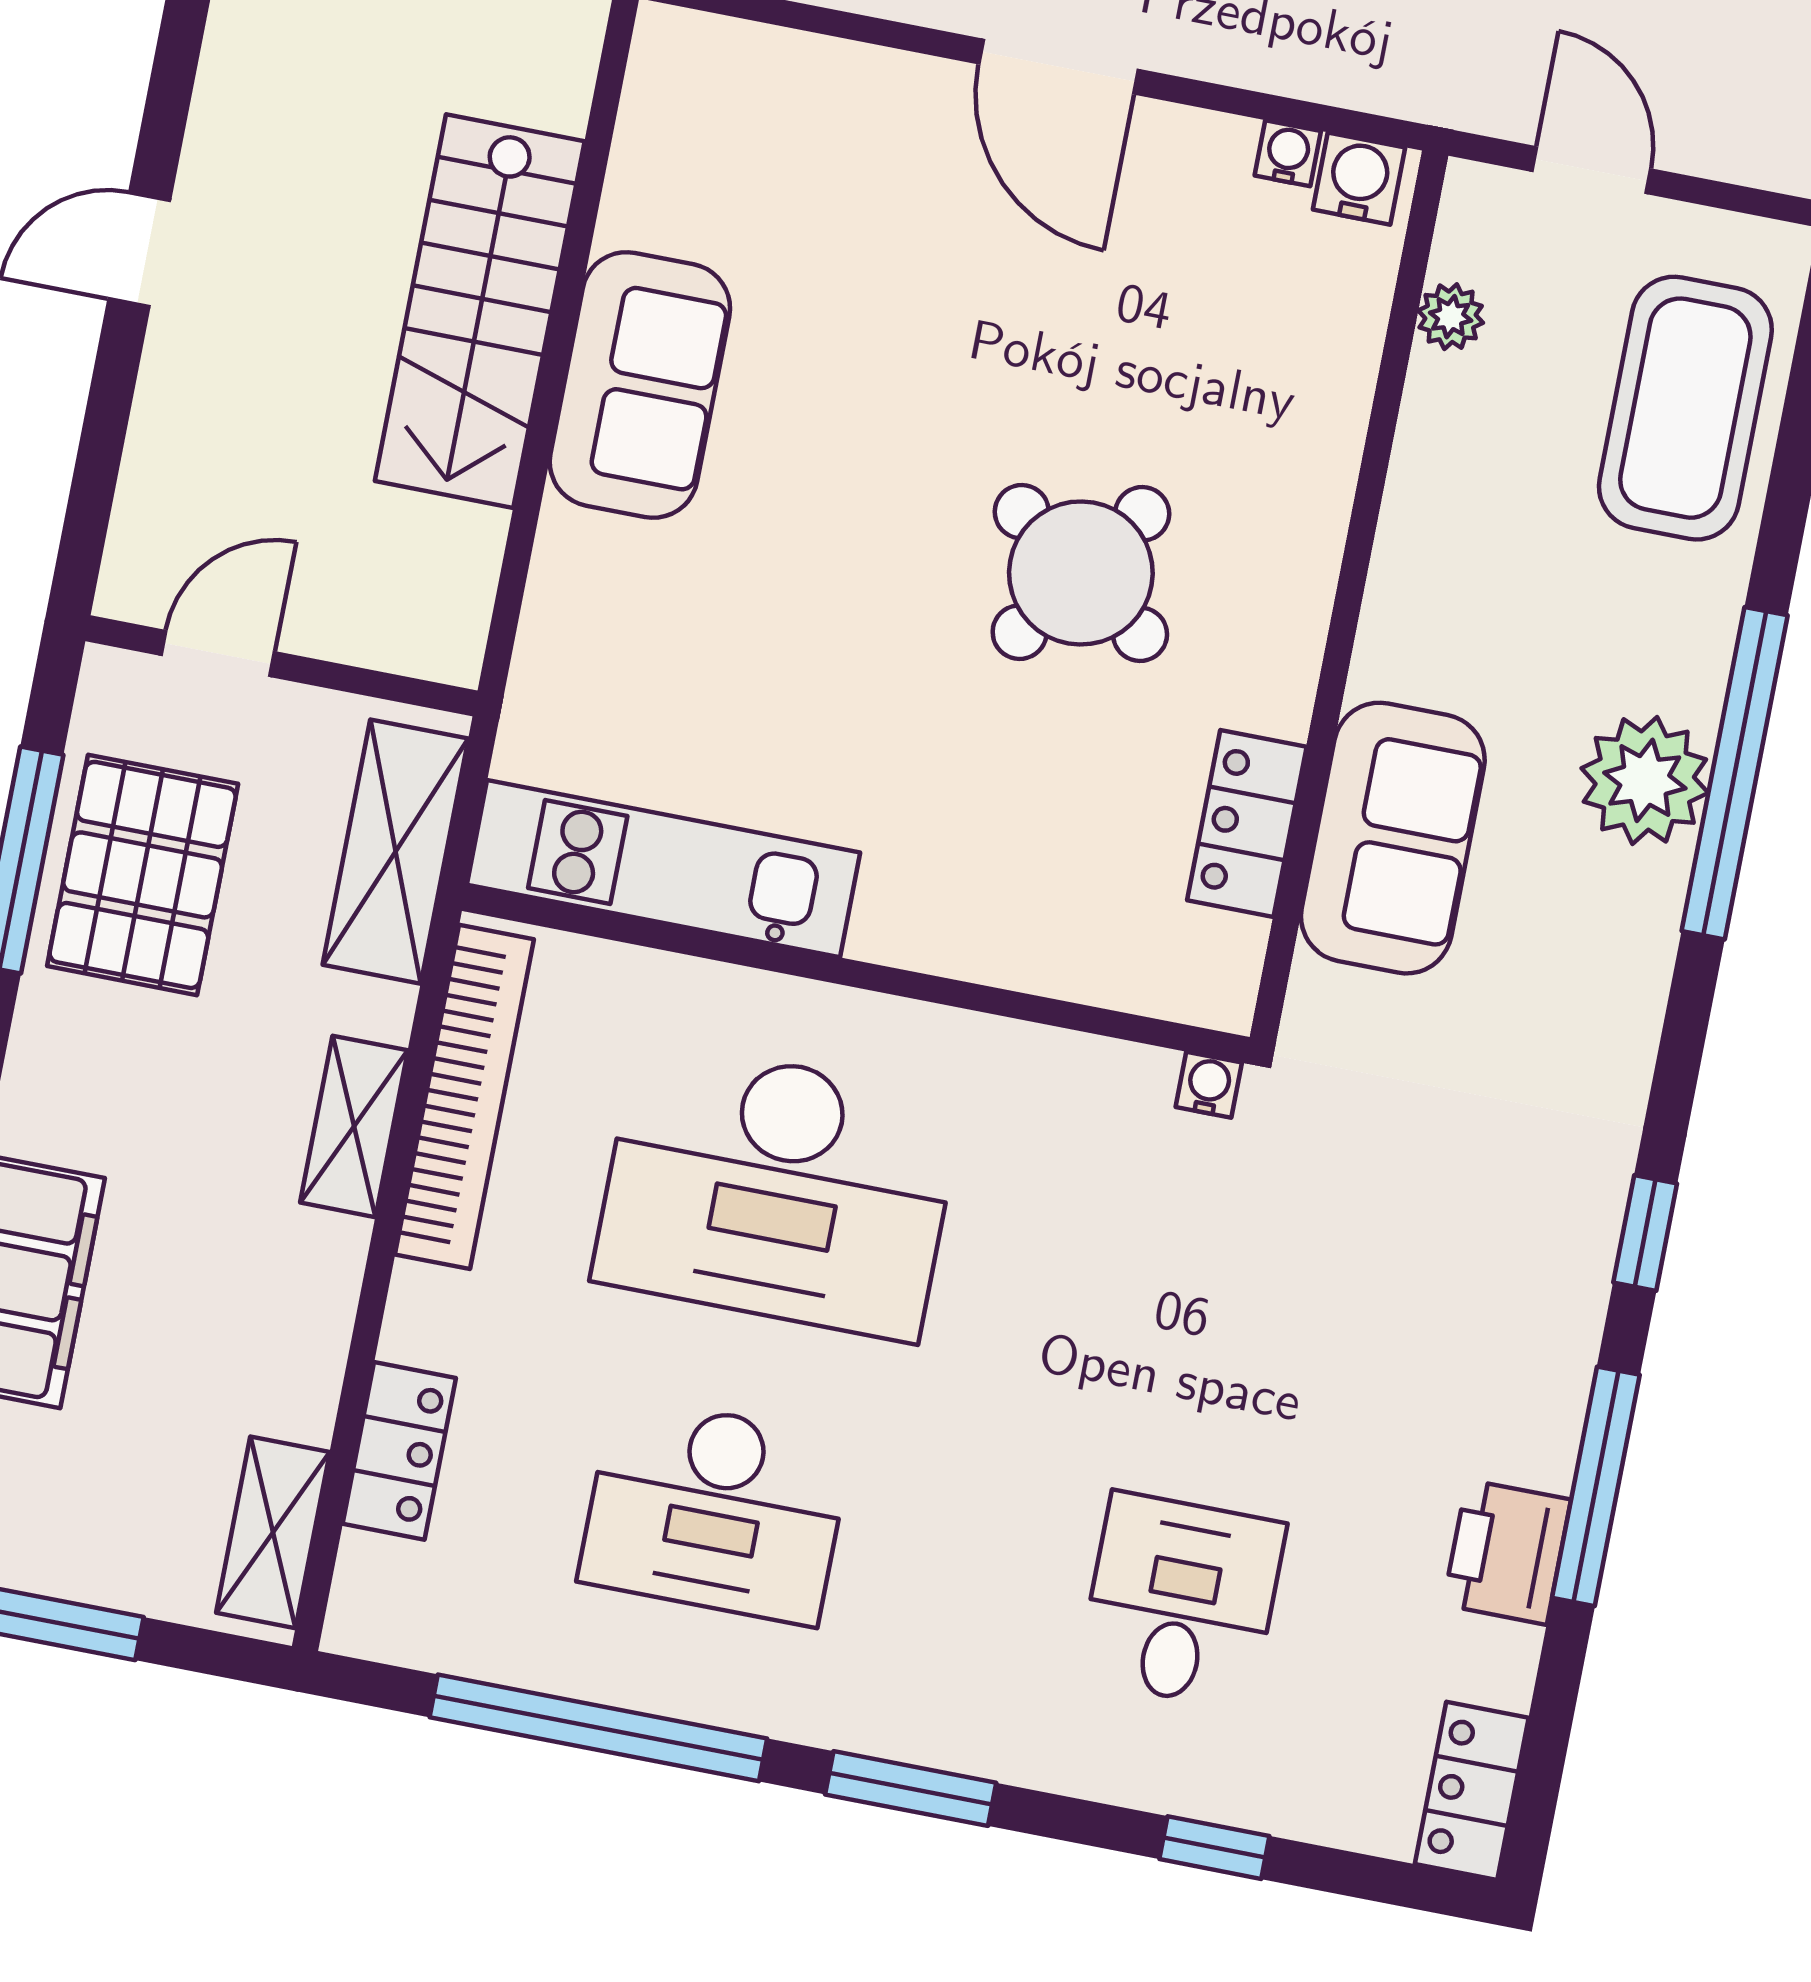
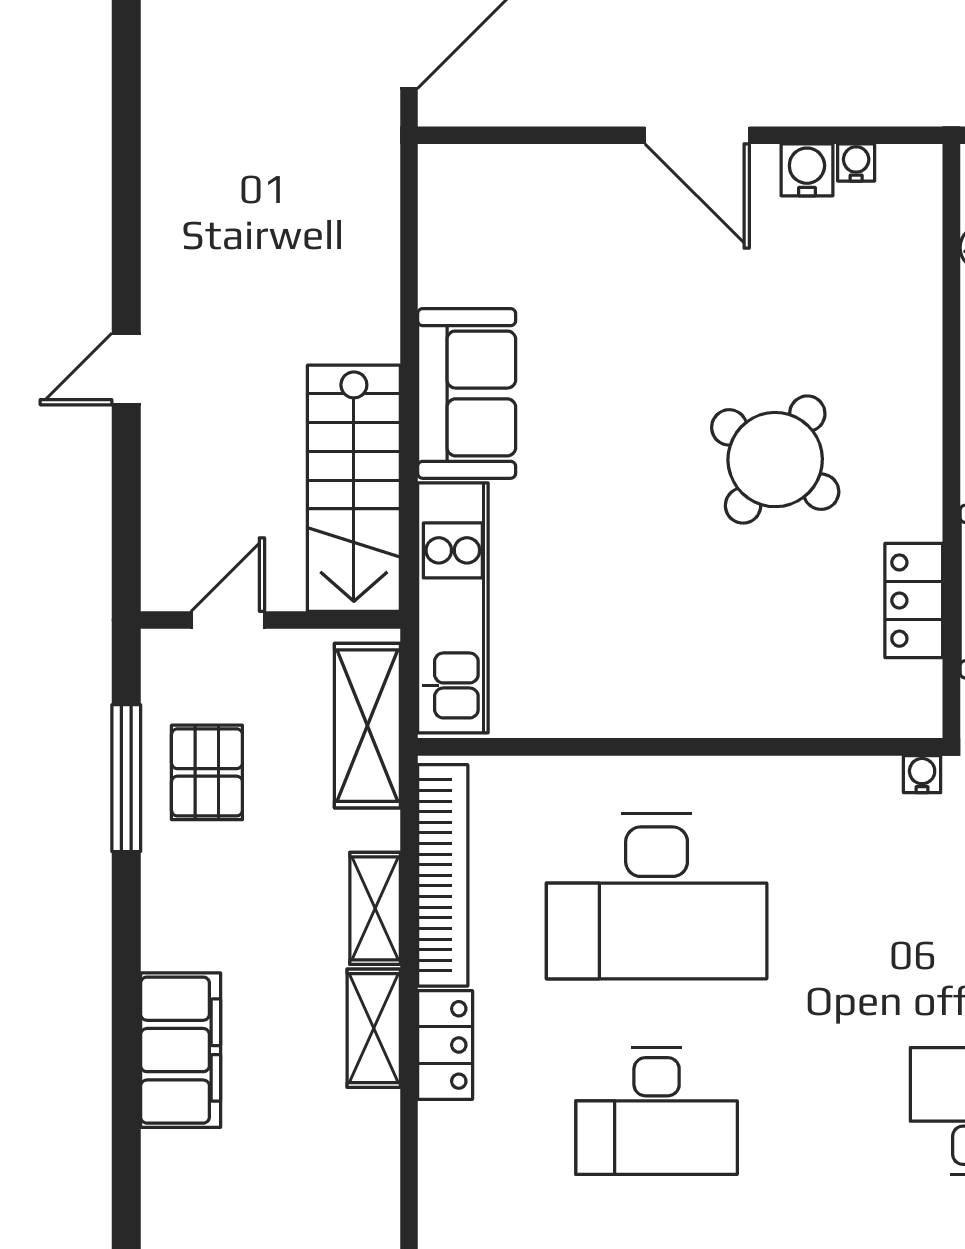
water cooler: (1359, 179) -> (807, 170), moved
stairs: (480, 311) -> (354, 488), moved
kitchen unit: (663, 869) -> (453, 608), moved, turned 90
pallet: (143, 875) -> (207, 772), width x0.67, depth x0.71
locker: (399, 1451) -> (445, 1045), moved
shelving: (273, 1532) -> (374, 1028), moved

